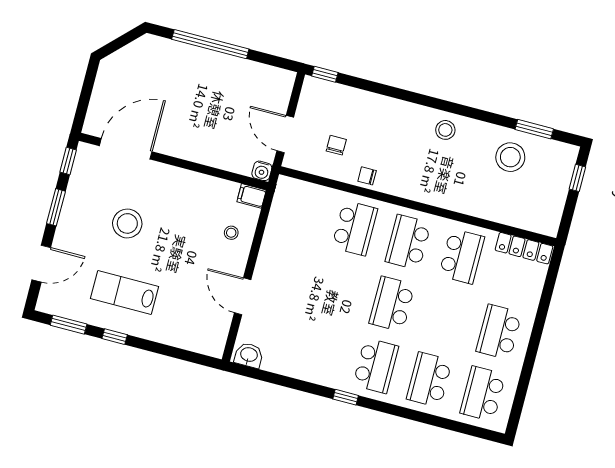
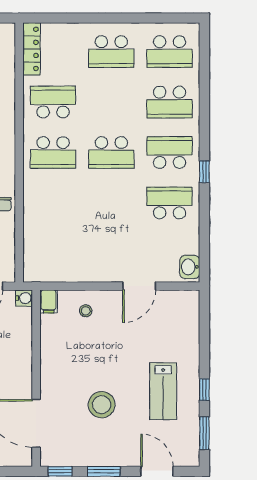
school desk: (355, 228) -> (170, 203), moved

